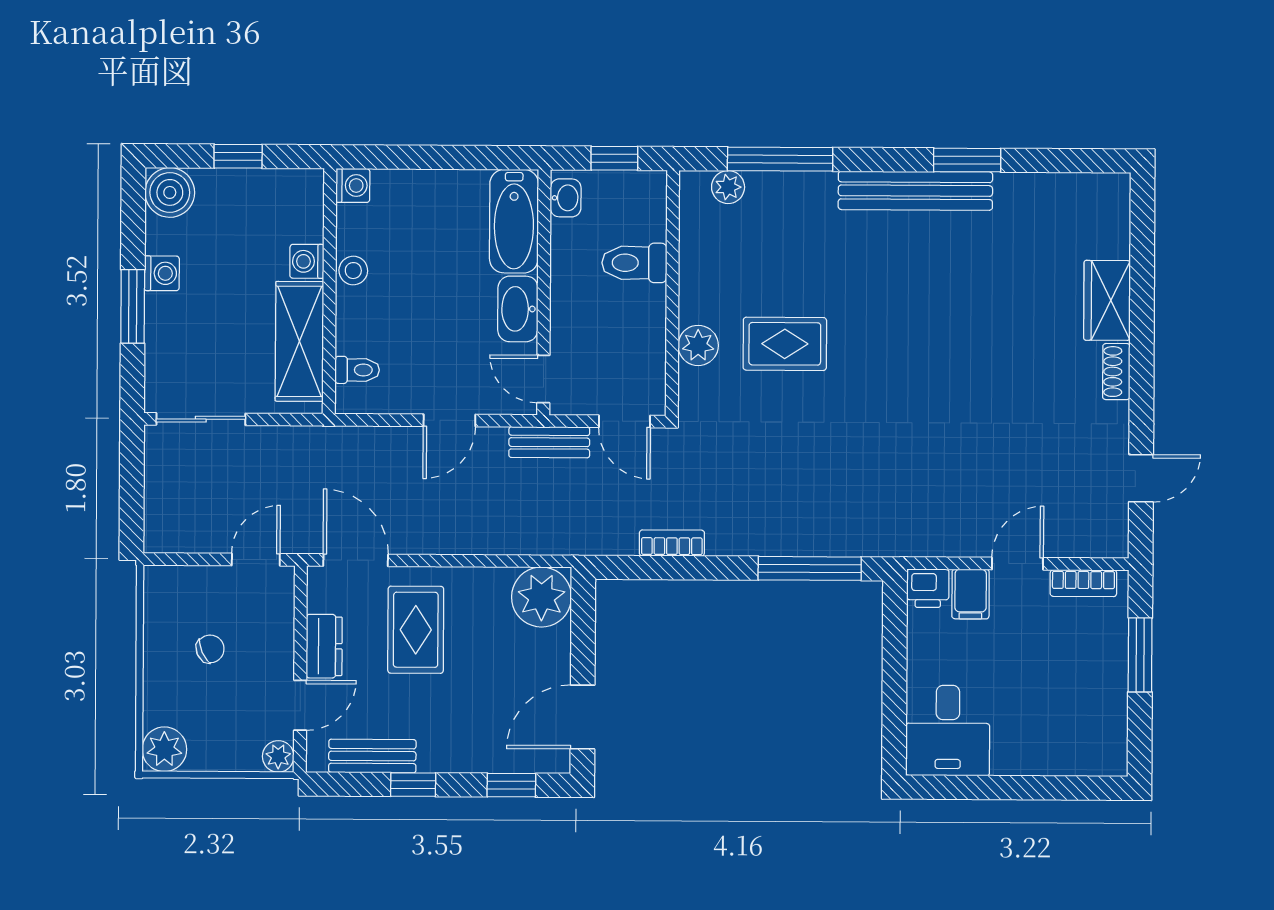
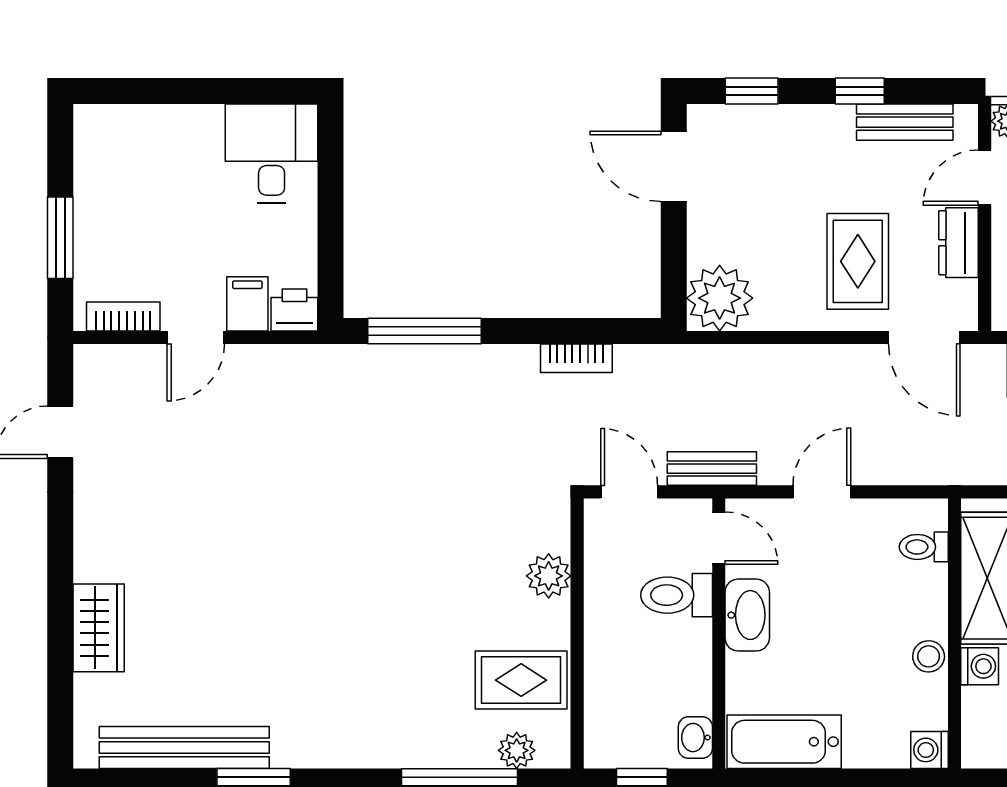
bench: (915, 191) -> (184, 747), moved
bathtub: (514, 221) -> (784, 742), moved, turned -90
toilet: (634, 263) -> (677, 595), moved, turned 180
rug: (785, 344) -> (521, 680), moved
shoe rack: (1116, 372) -> (88, 550), removed
door: (583, 717) -> (674, 166), swing flipped

